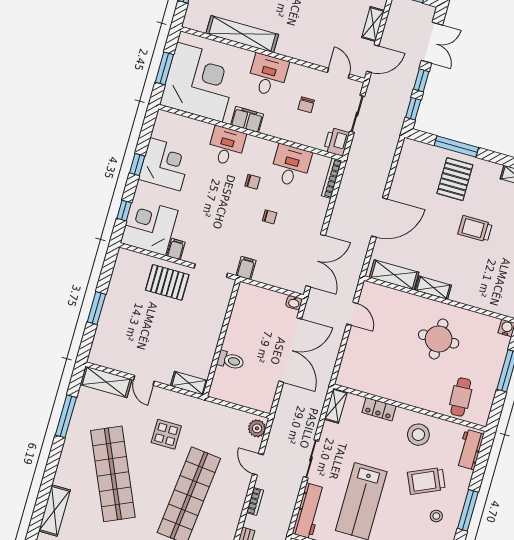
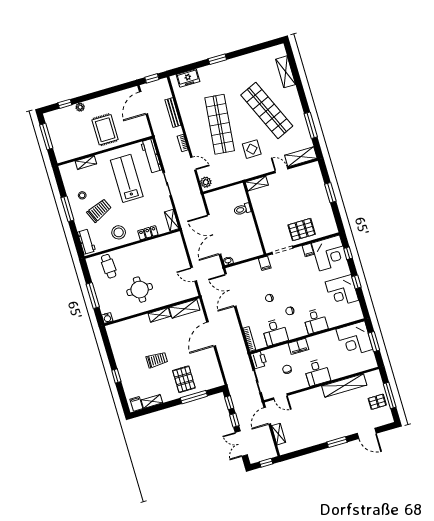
corner desk: (200, 82) -> (354, 339), width x0.74, depth x0.74
filing cabinet: (247, 119) -> (298, 346), moved

